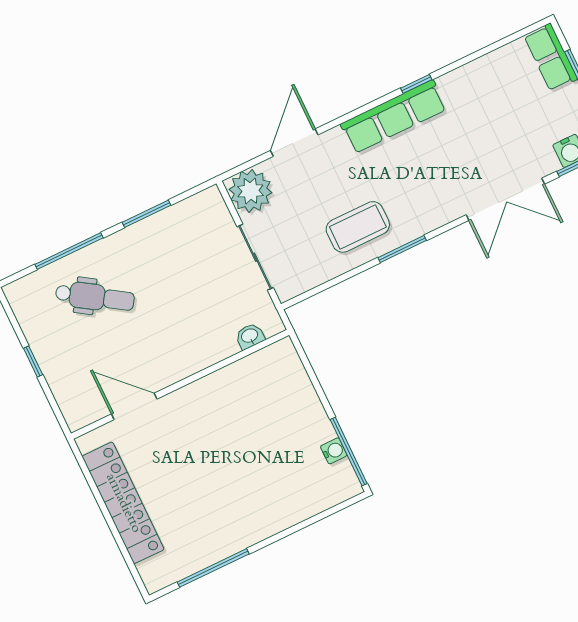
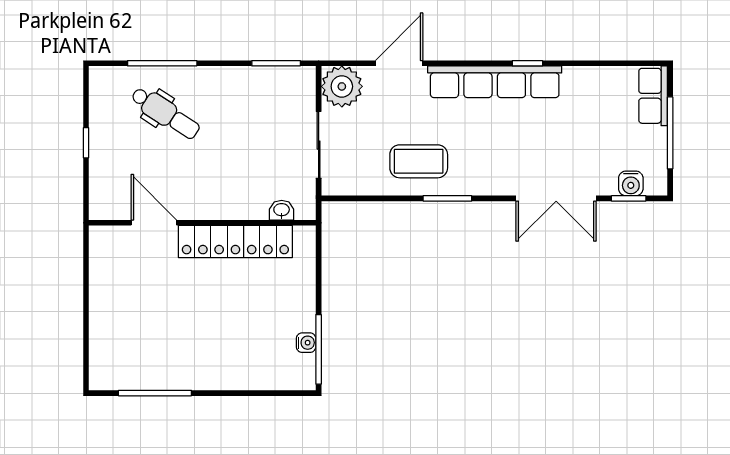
row of seats: (394, 117) -> (495, 82), width x1.36
window: (147, 214) -> (276, 63), moved
locker: (123, 503) -> (235, 242), moved, turned 90

